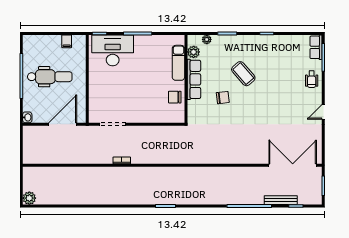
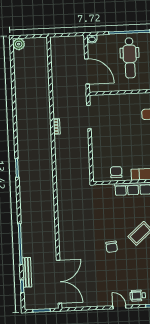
chair: (223, 98) -> (112, 247), moved
door: (323, 112) -> (119, 307), moved

